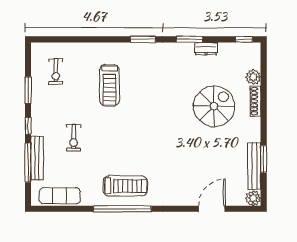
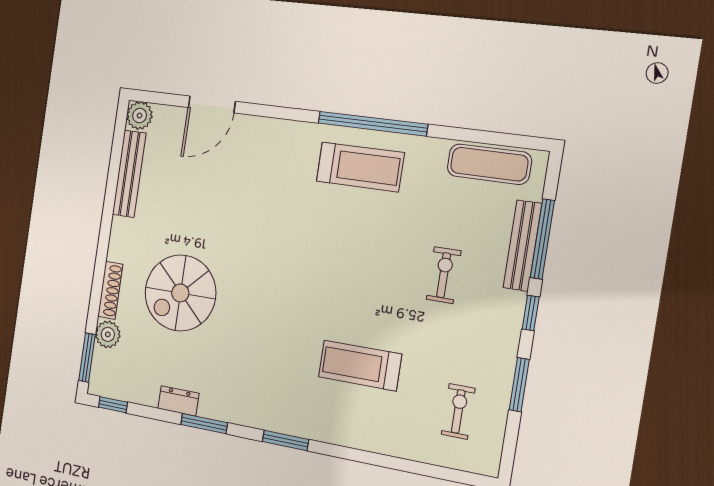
treadmill: (109, 85) -> (360, 366), turned -90
window: (264, 159) -> (87, 358), moved
treadmill: (125, 186) -> (360, 167), turned 180

